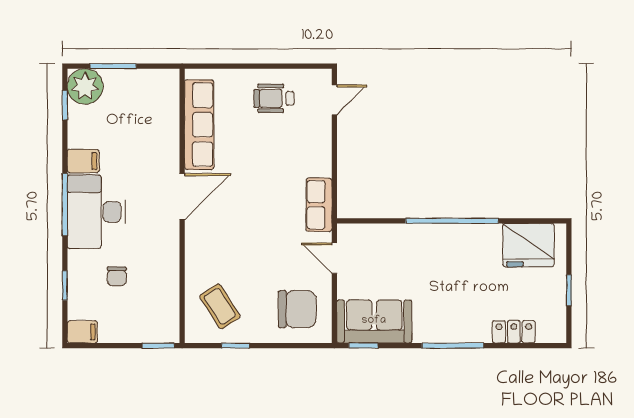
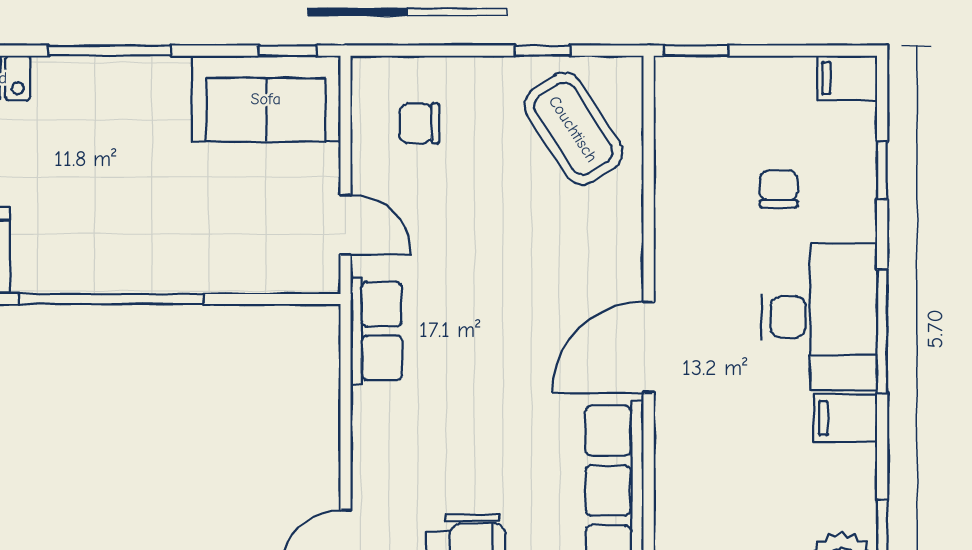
coffee table: (220, 306) -> (573, 129), width x1.36, depth x1.30
chair: (297, 309) -> (419, 123), width x0.54, depth x0.54

